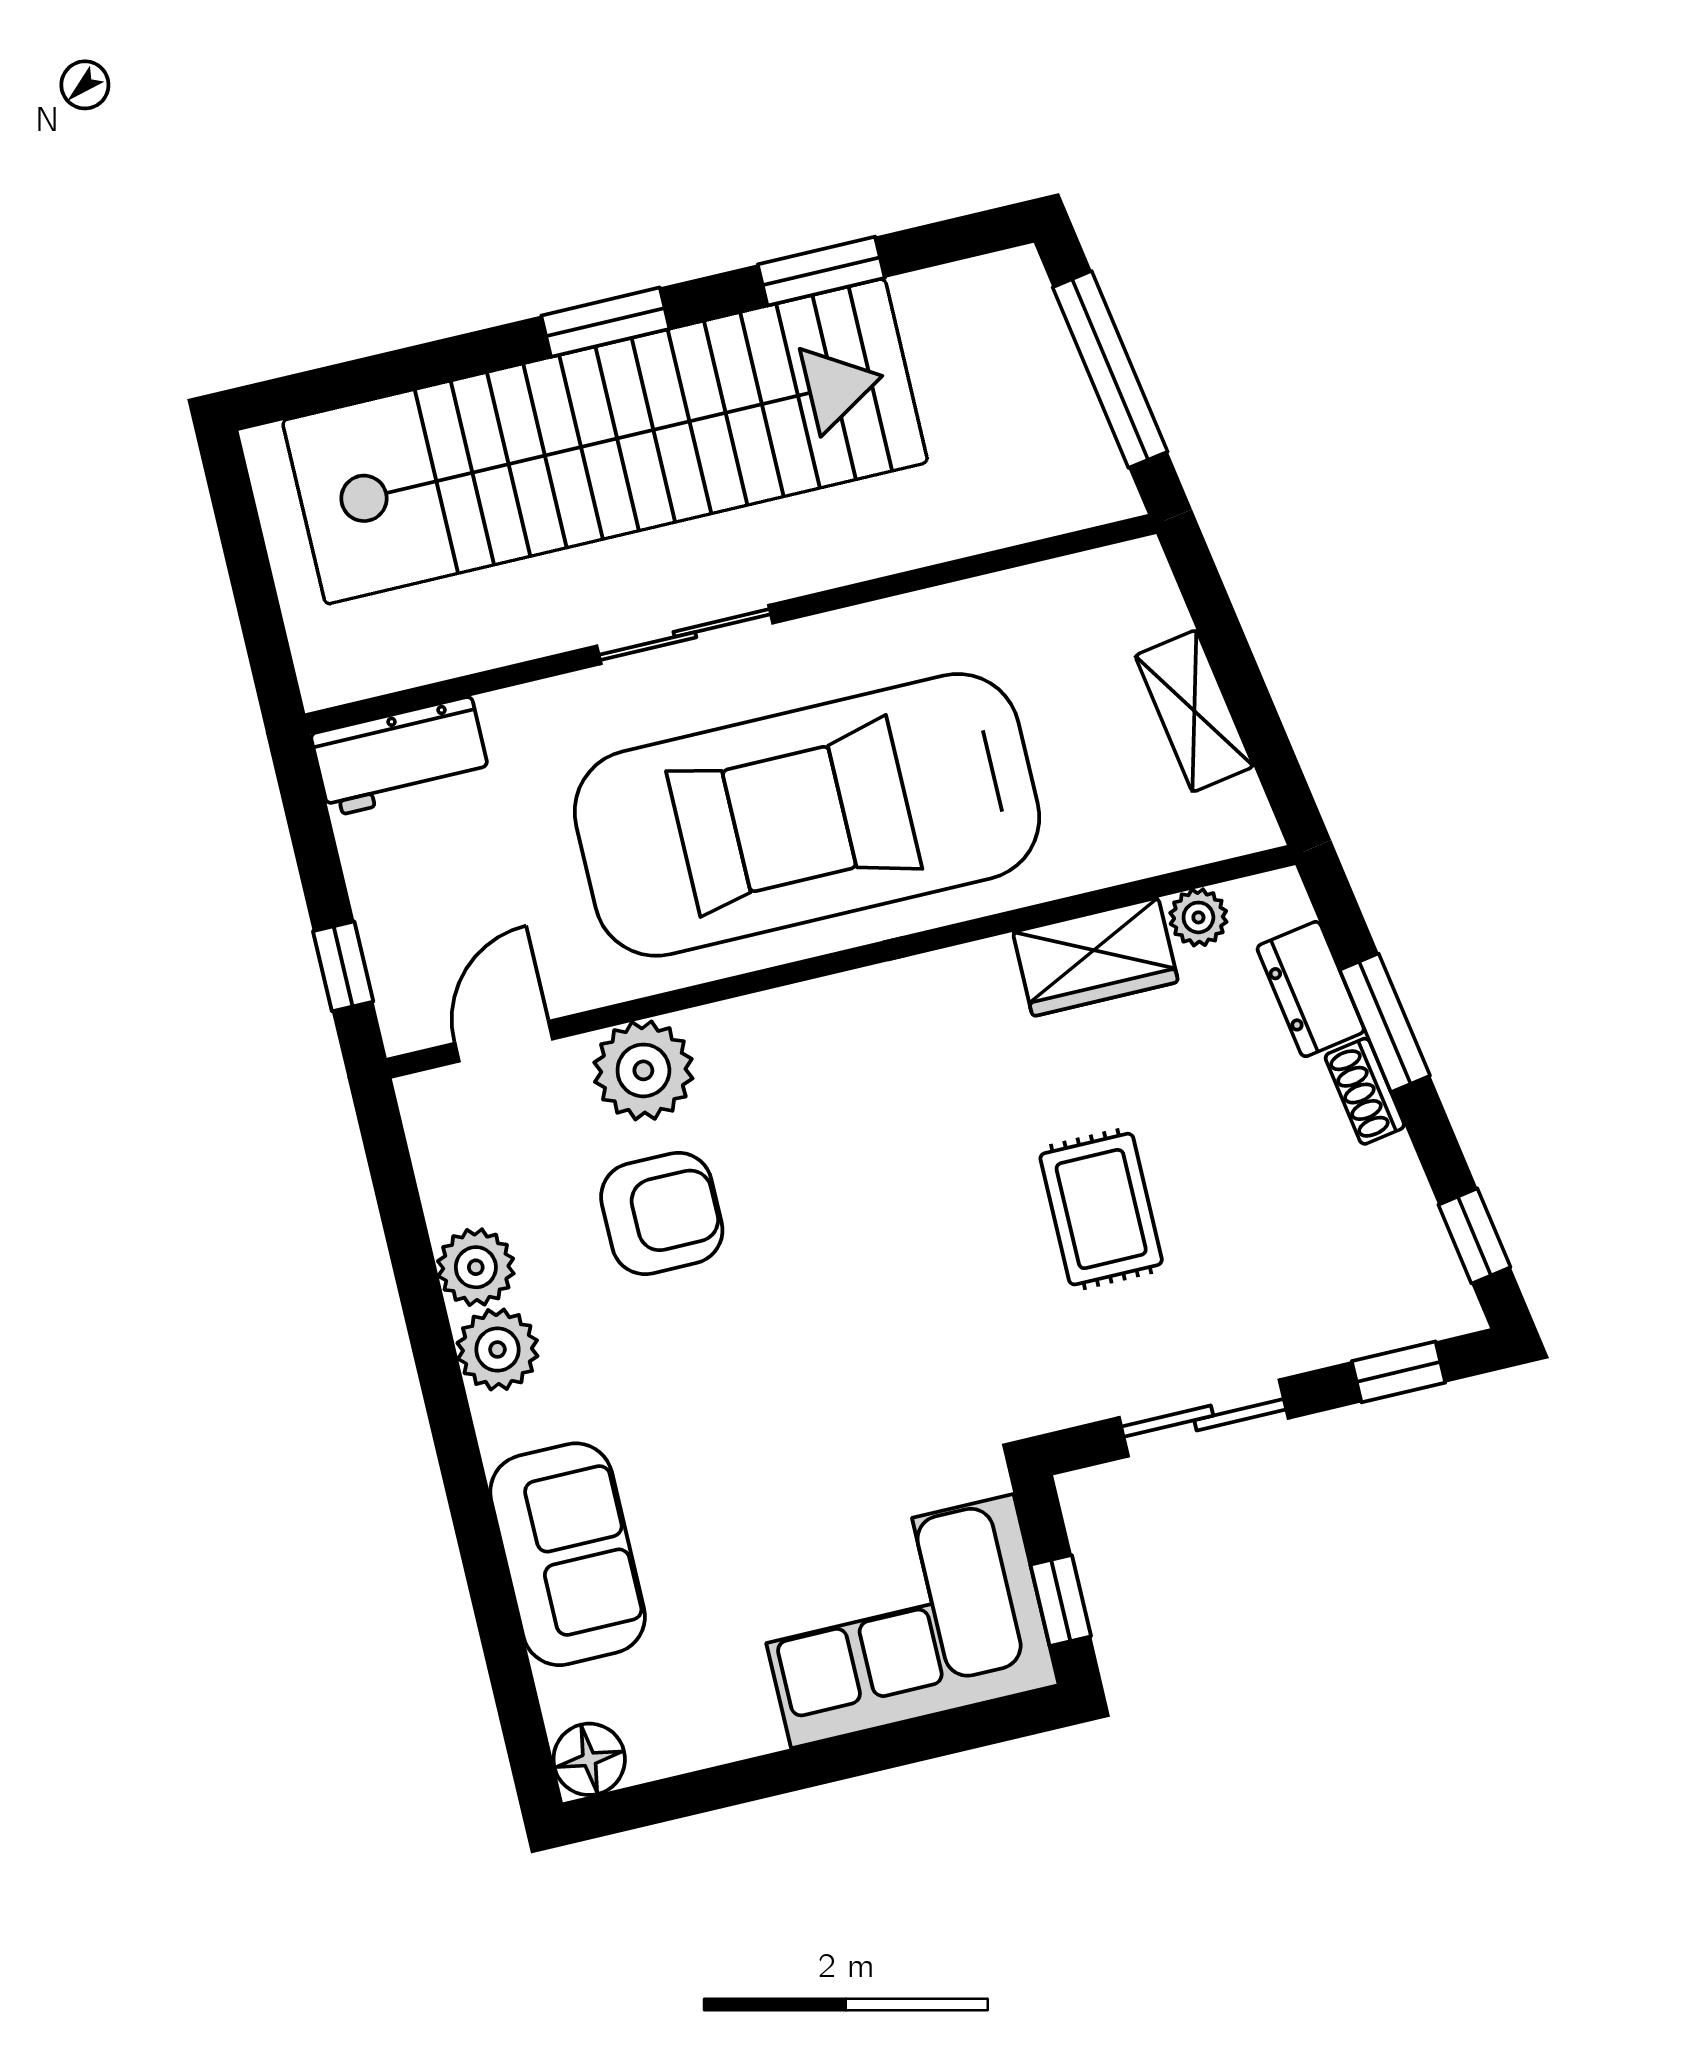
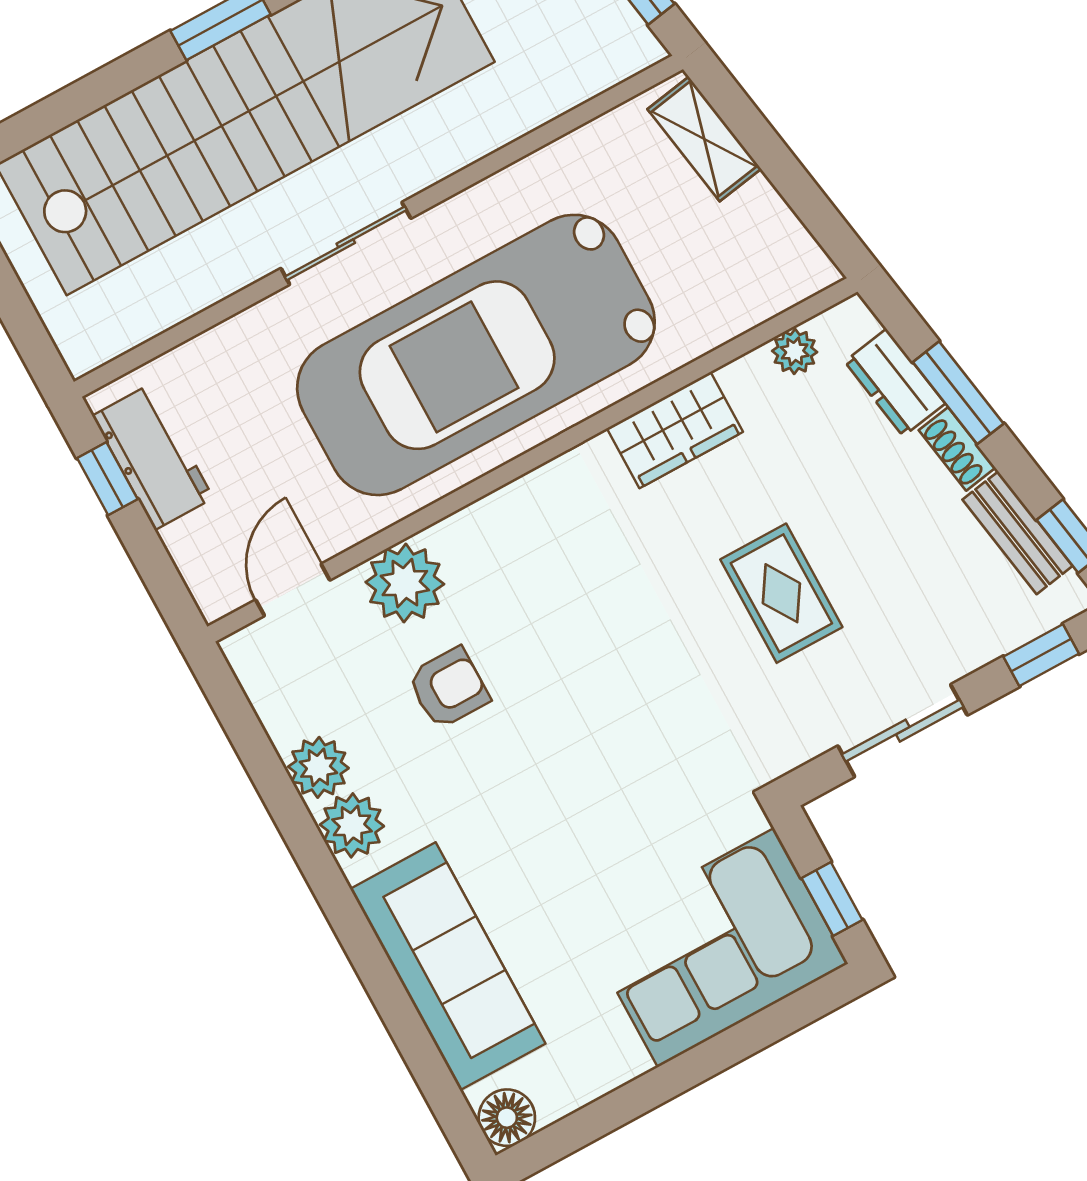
shelving: (1194, 711) -> (704, 139), moved
workbench: (401, 757) -> (153, 457), moved, turned -90
wardrobe: (1095, 957) -> (675, 430), moved
window: (343, 966) -> (107, 479), moved
armchair: (662, 1213) -> (449, 688), width x0.72, depth x0.72
bench: (1411, 1214) -> (1017, 533), added
sofa: (568, 1554) -> (448, 966), width x1.36

